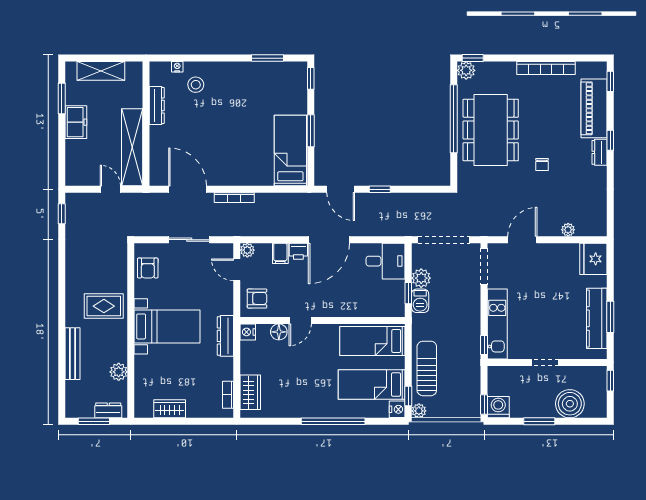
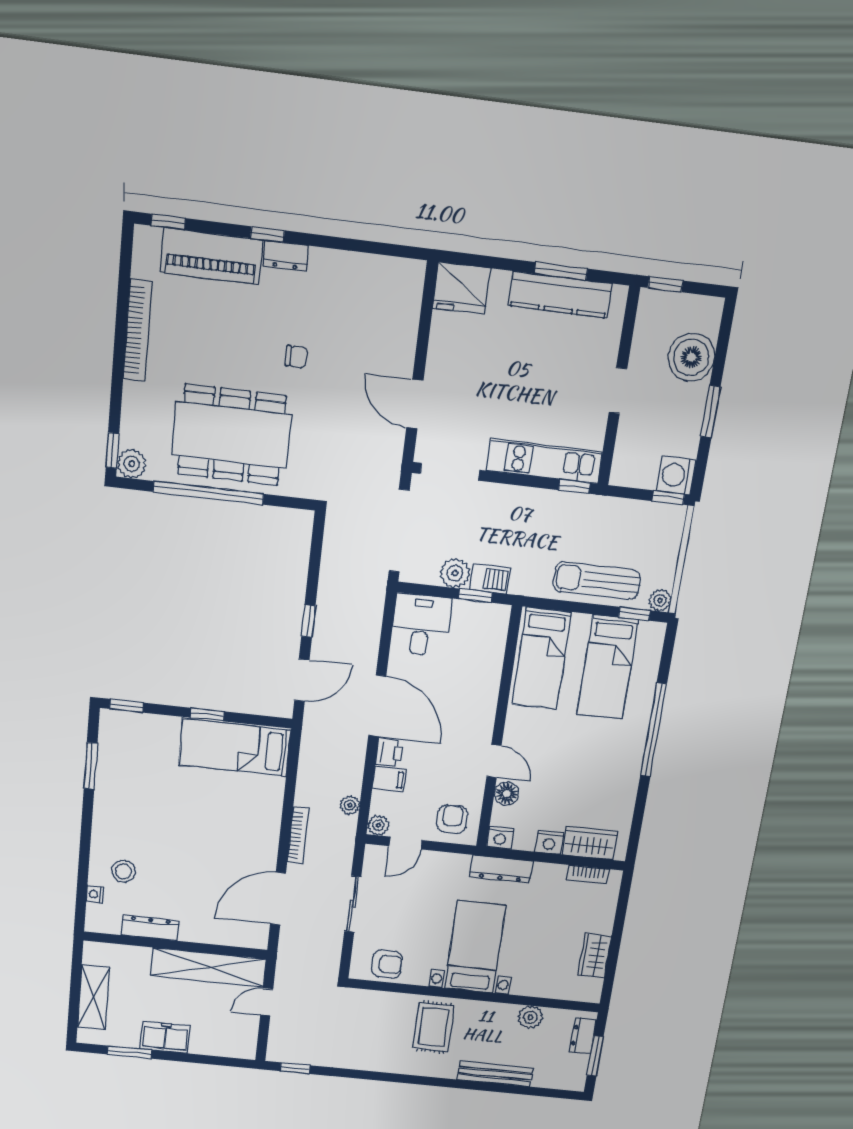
window: (311, 131) -> (207, 715), width x0.67
plant: (568, 230) -> (350, 805), moved
nightstand: (397, 409) -> (549, 842), moved, turned 180

